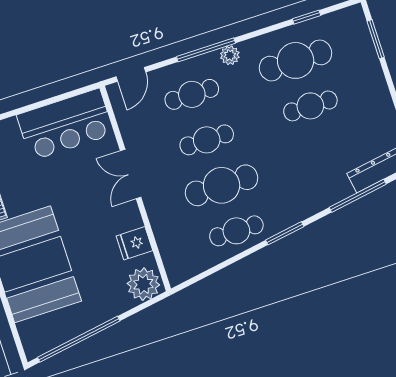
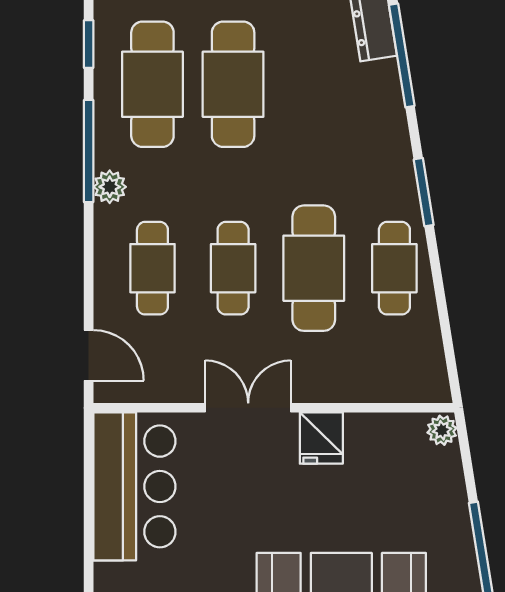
window: (206, 50) -> (89, 151), moved
cafe table: (310, 106) -> (233, 84), width x1.37, depth x1.35
double door: (131, 174) -> (248, 408), swing flipped
fridge: (134, 243) -> (321, 438), moved
plant: (143, 284) -> (442, 430), width x0.53, depth x0.53

